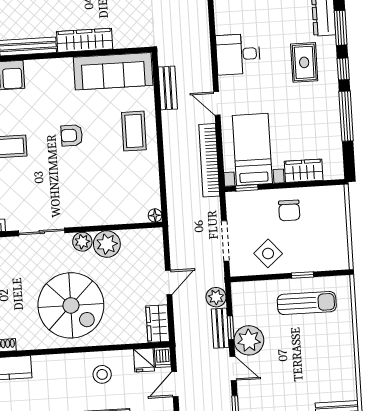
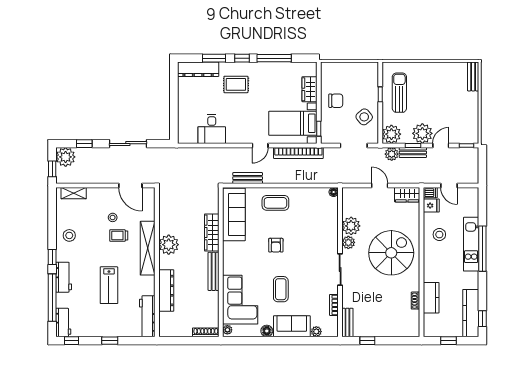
desk: (238, 54) -> (212, 129), moved
plant: (245, 295) -> (391, 134), added

